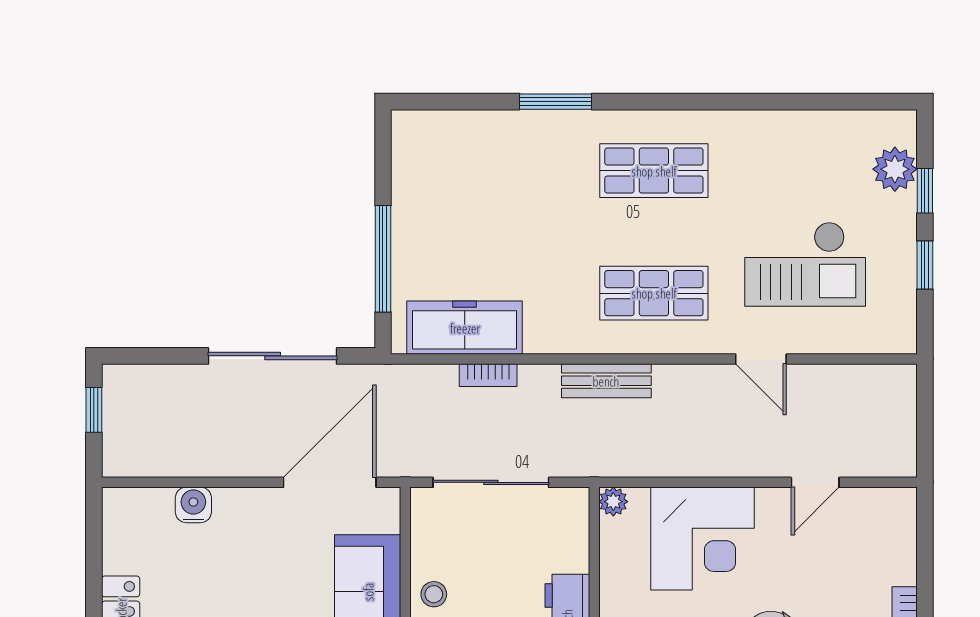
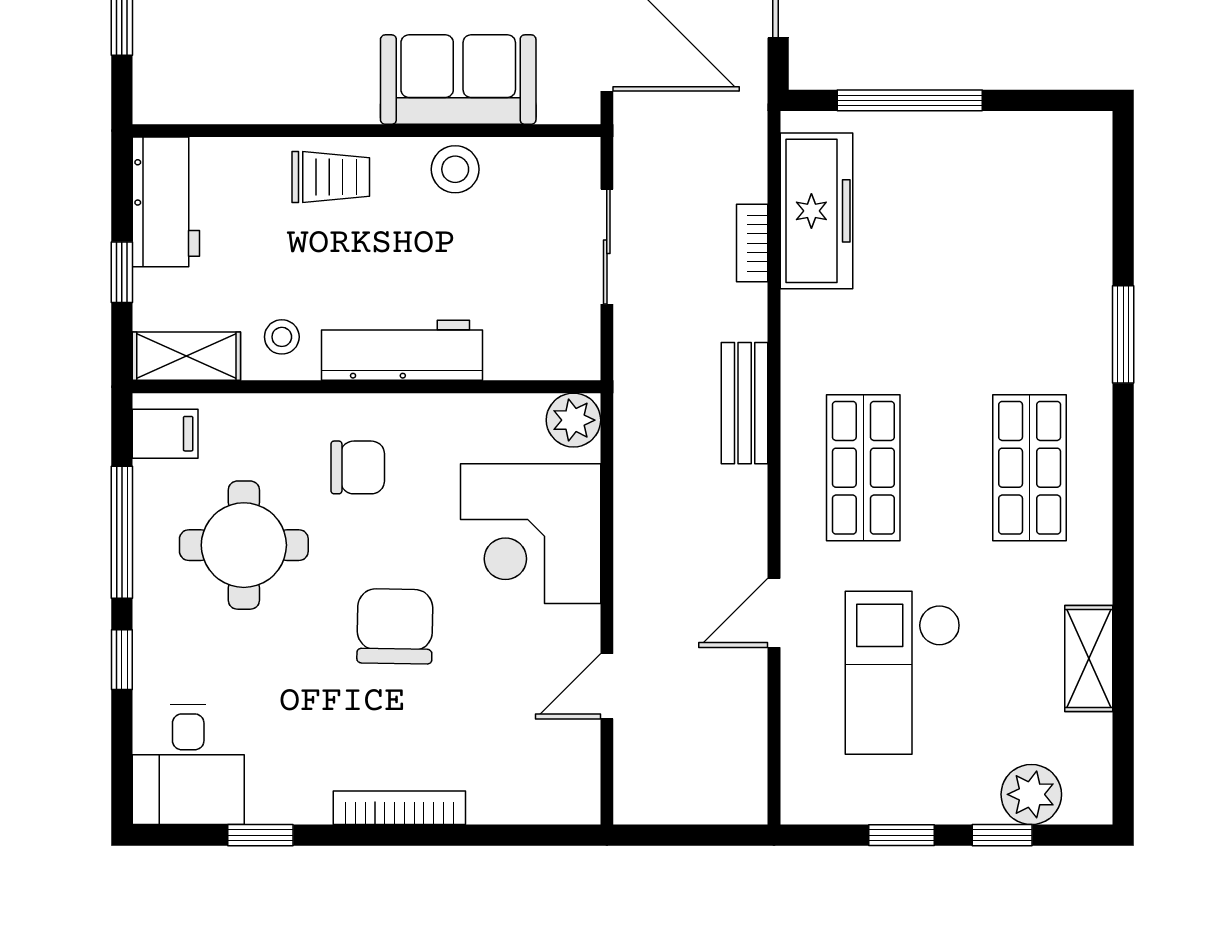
shelving: (795, 127) -> (1089, 658), added
sliding door: (491, 482) -> (607, 247), width x0.73
door: (815, 482) -> (607, 686), hinge flipped
plant: (613, 502) -> (573, 420), width x1.38, depth x1.38
stool: (434, 594) -> (455, 169), width x1.37, depth x1.37

